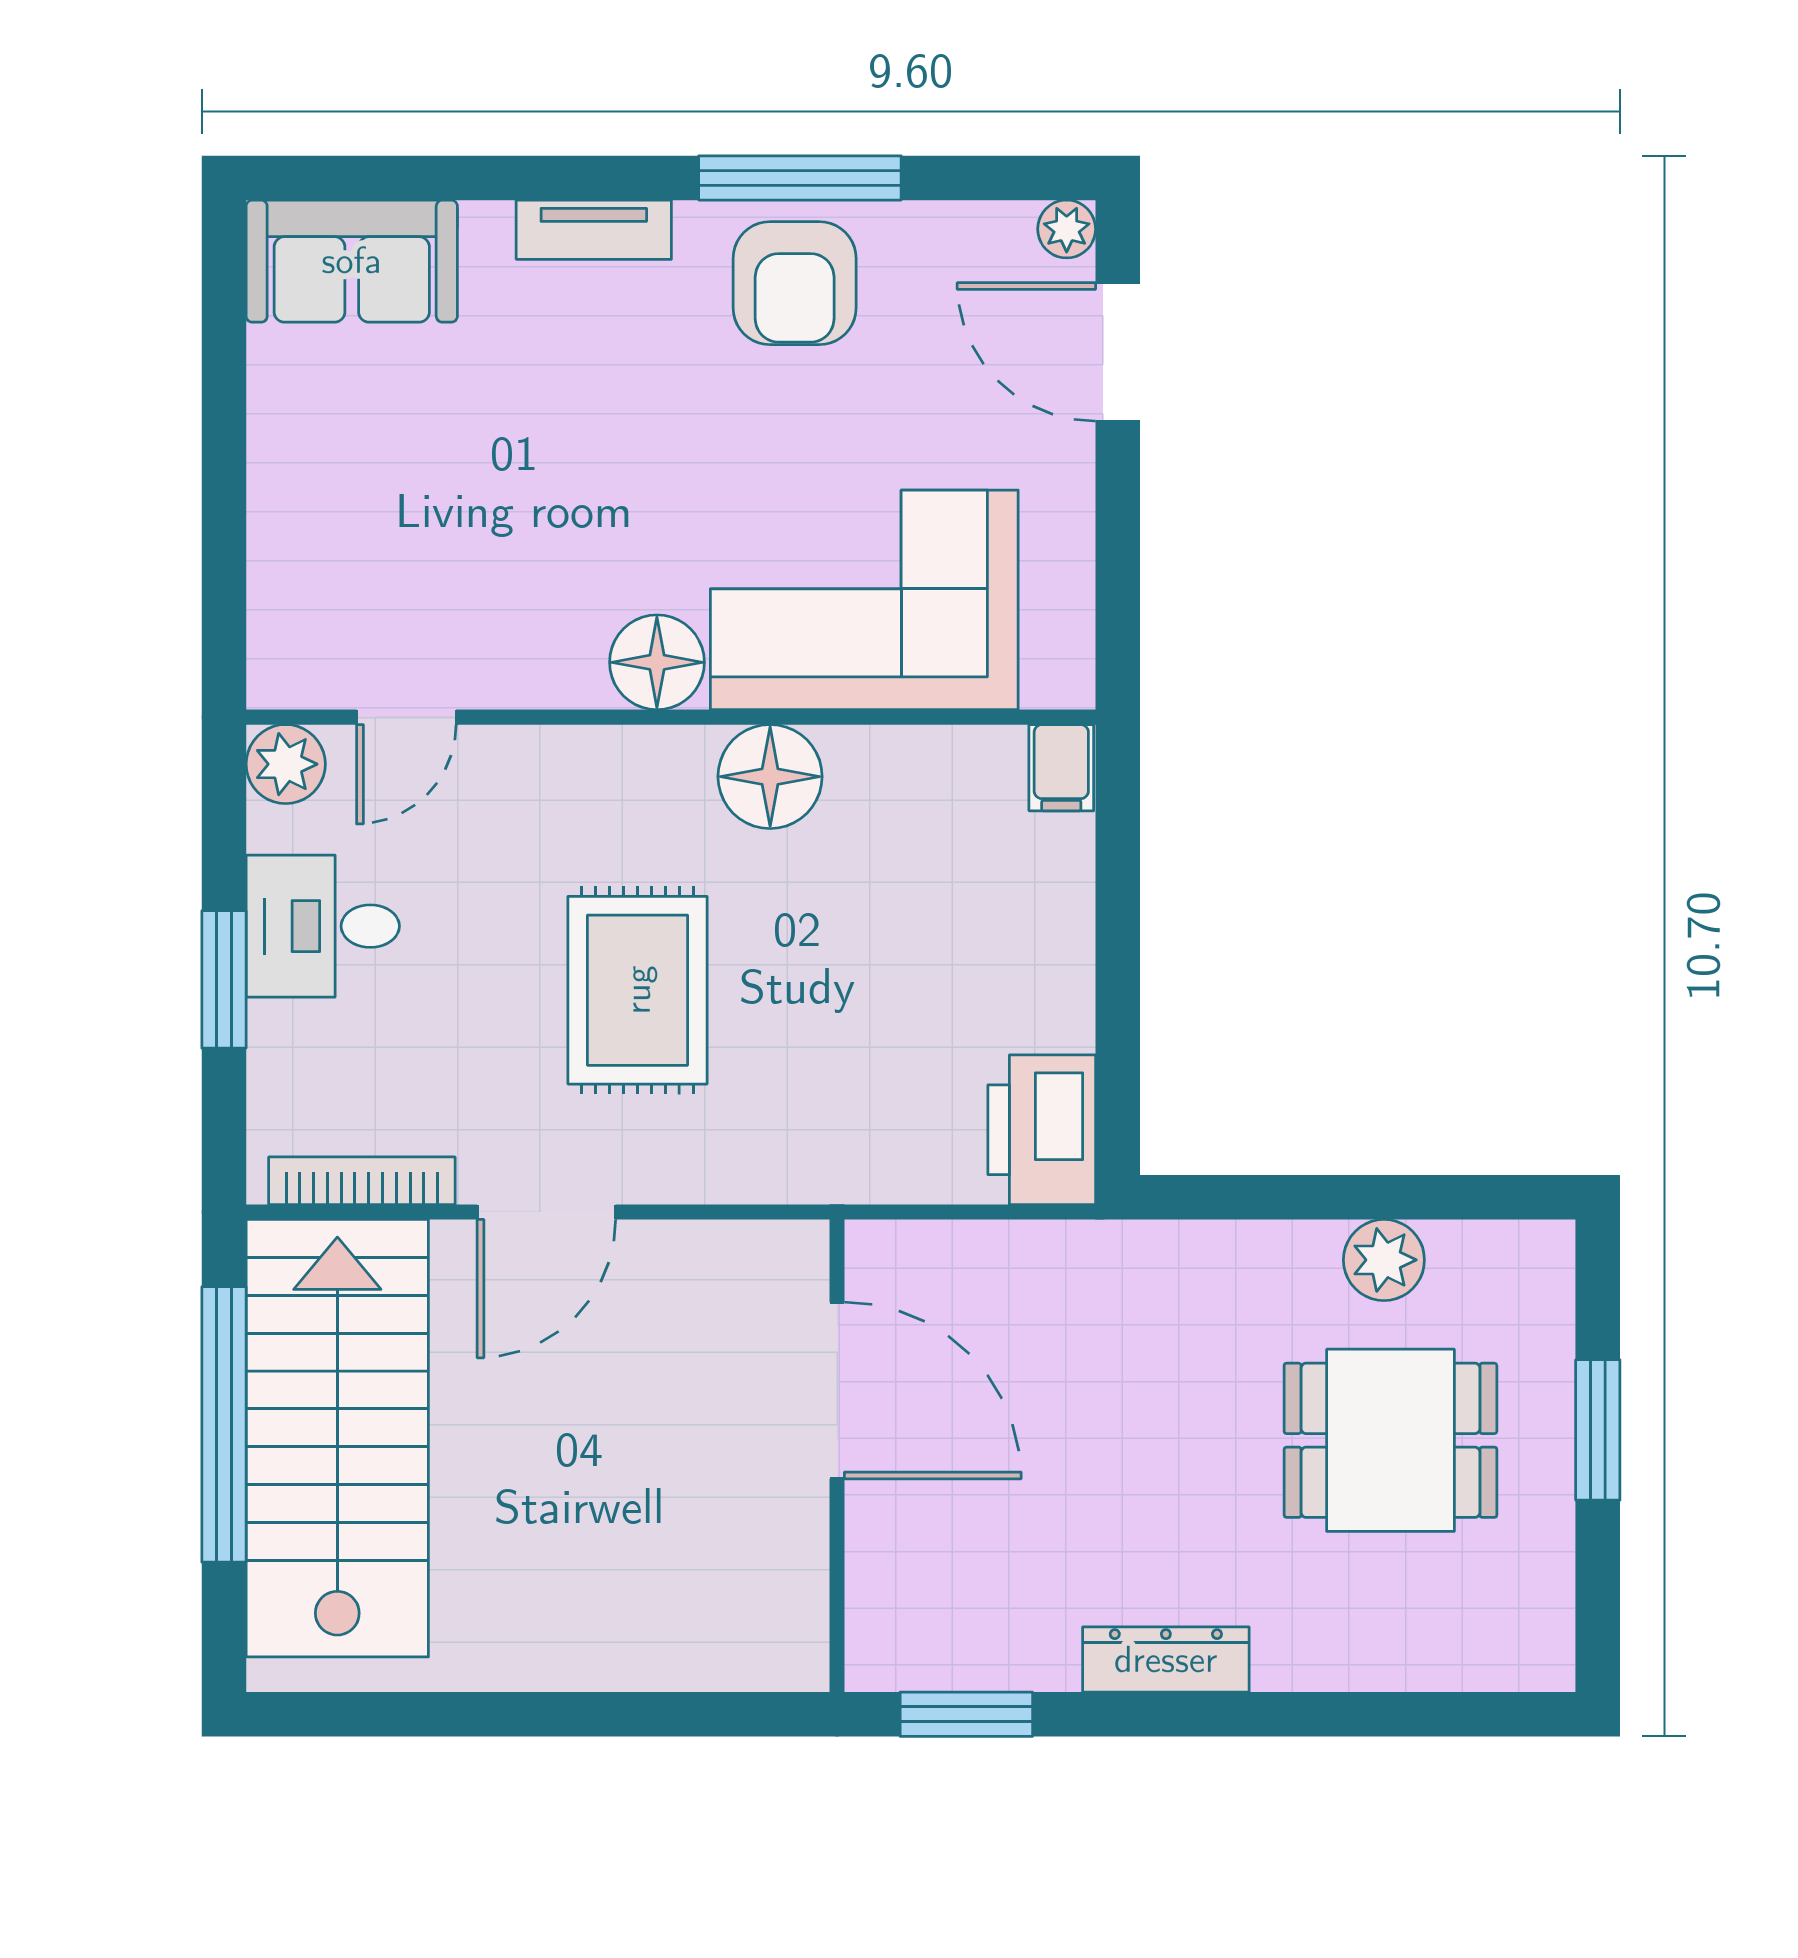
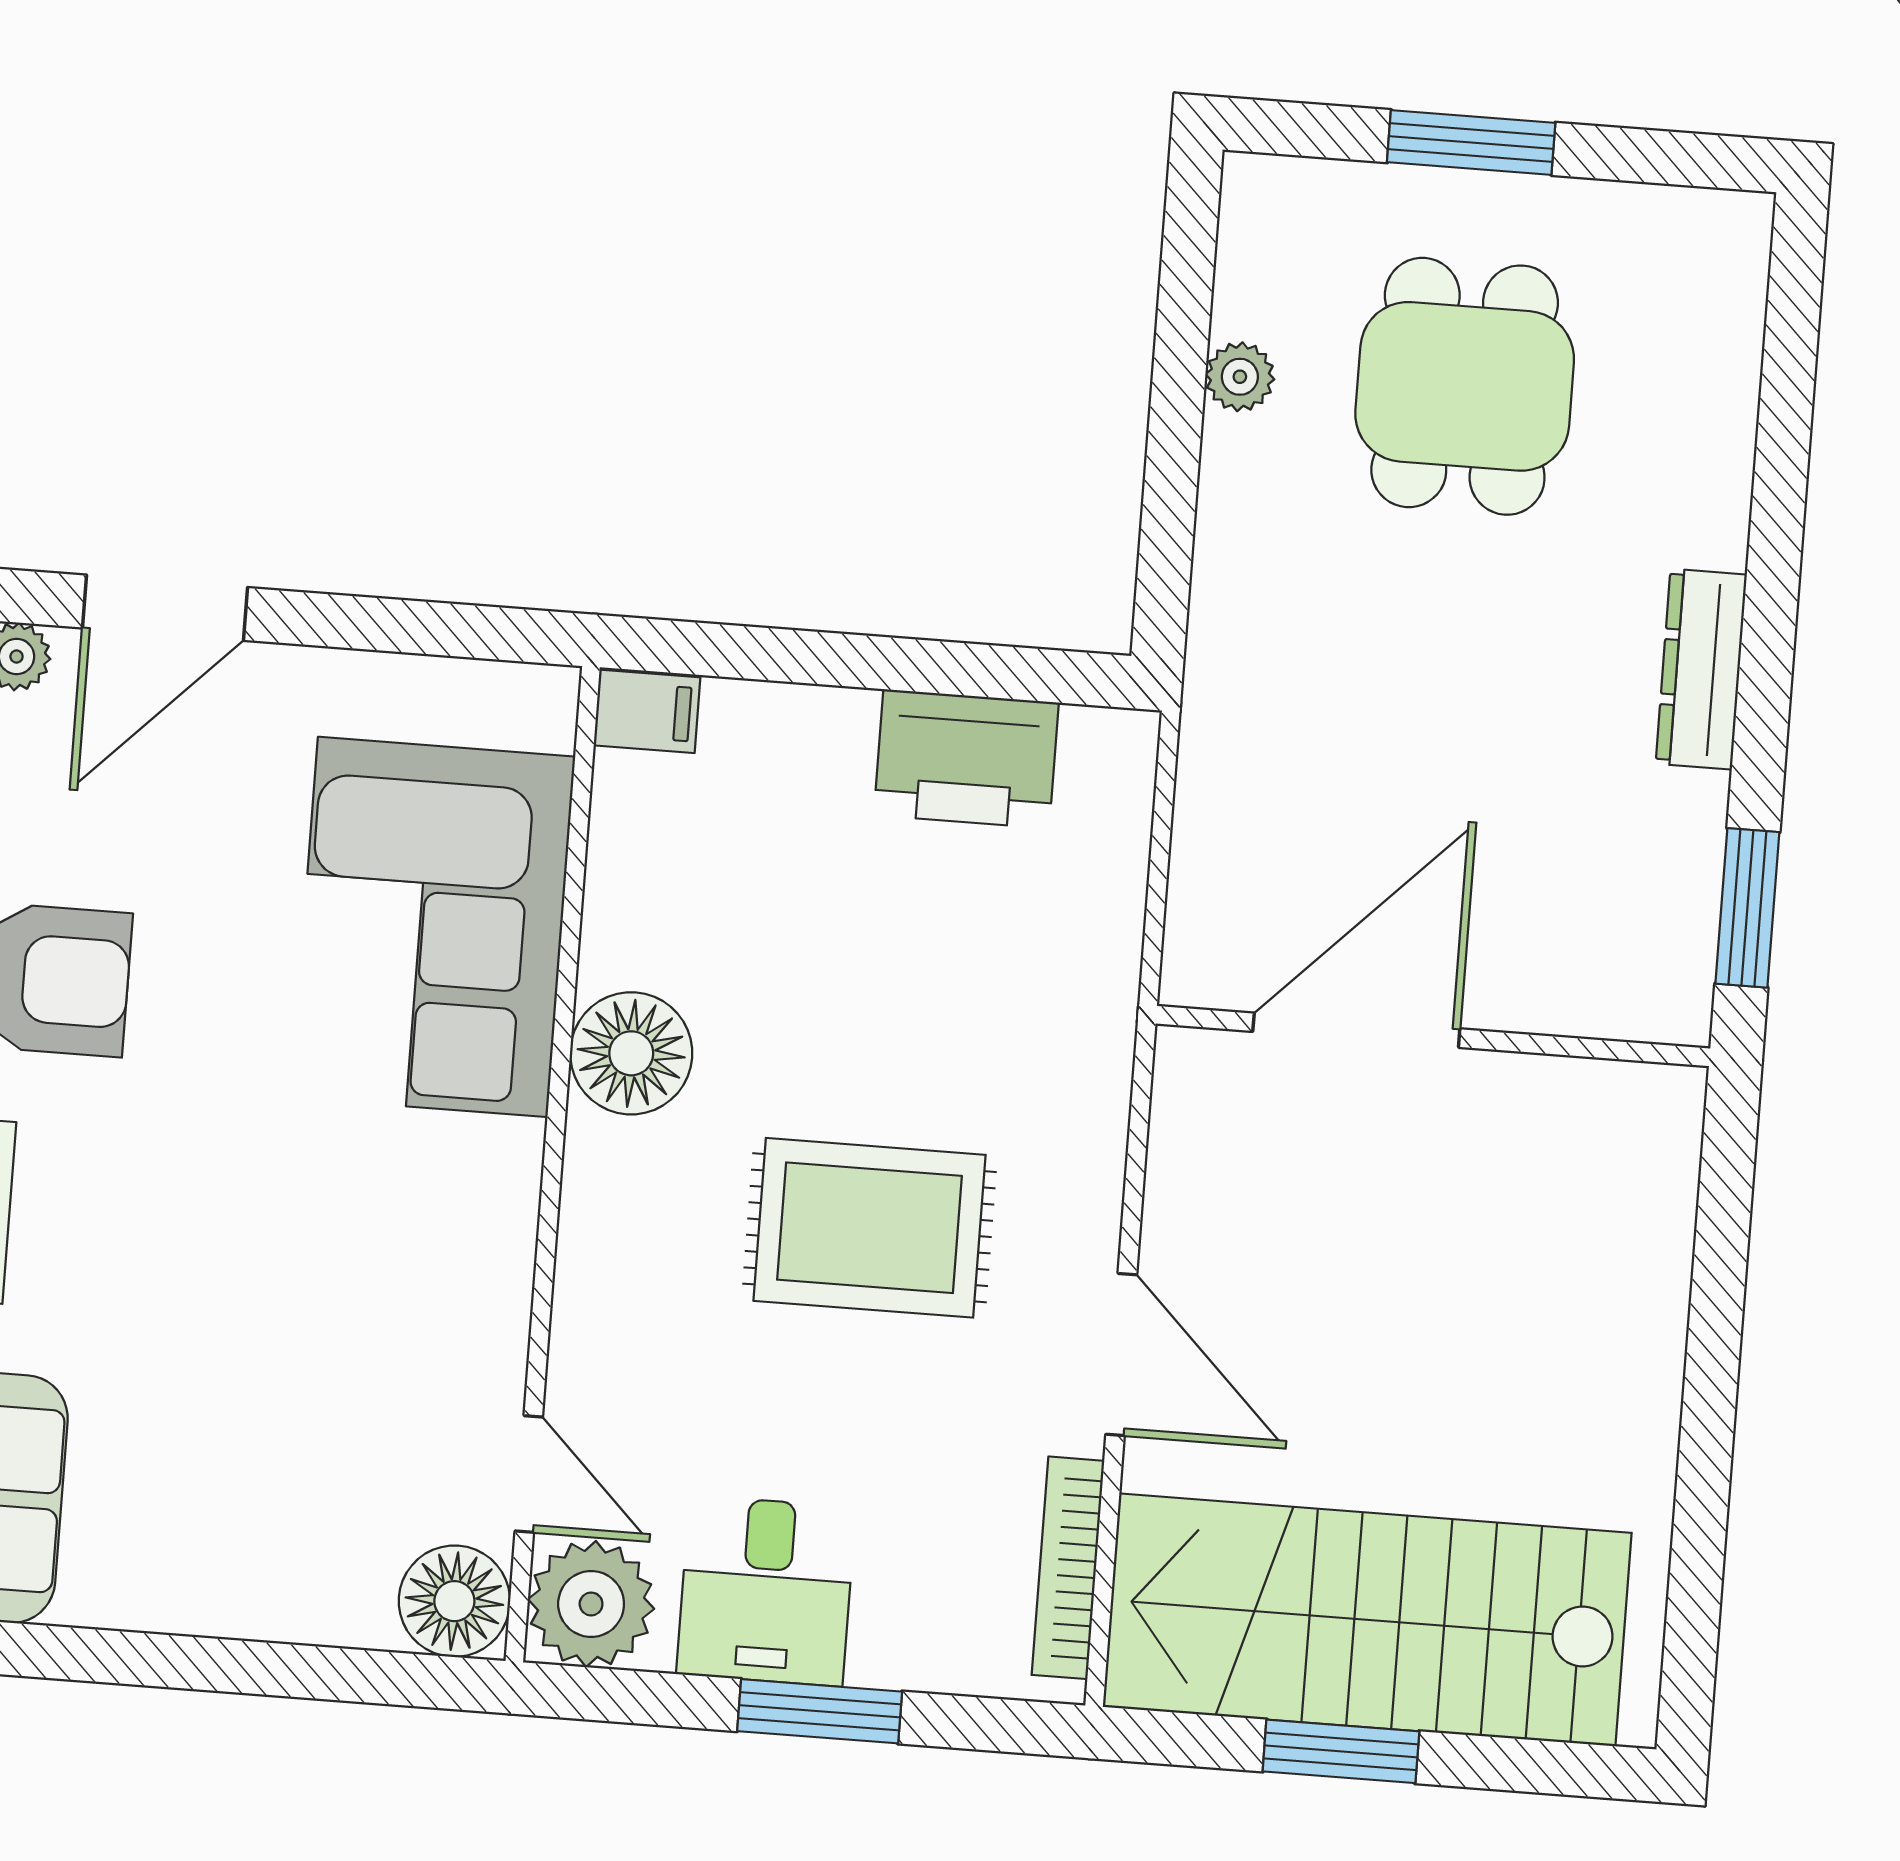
floor lamp: (657, 662) -> (454, 1601), moved
plant: (286, 764) -> (591, 1604), width x1.36, depth x1.36
printer: (1042, 1130) -> (966, 759), moved
plant: (1384, 1260) -> (1240, 377), width x0.73, depth x0.73
window: (224, 1424) -> (1341, 1751), width x0.47

